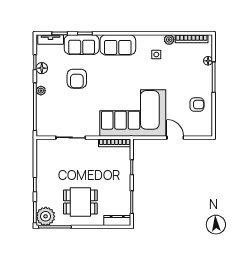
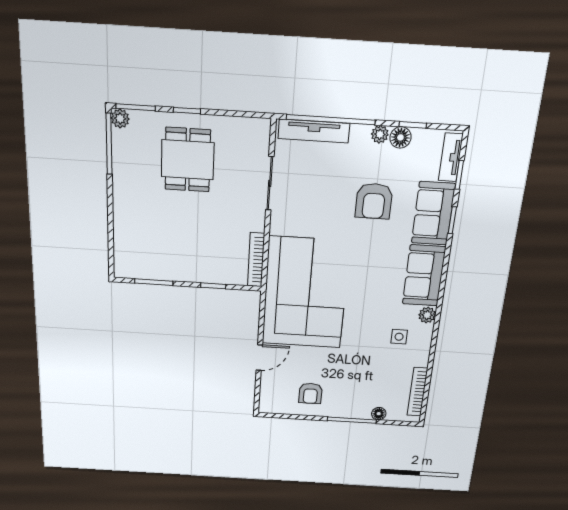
plant: (169, 40) -> (427, 315), moved
armchair: (77, 79) -> (374, 201), turned -90
plant: (41, 91) -> (380, 134), moved
tv unit: (41, 115) -> (314, 131), added
dining table: (80, 202) -> (188, 160), moved
plant: (46, 216) -> (120, 119), width x0.53, depth x0.53
dresser: (117, 221) -> (122, 256), removed

